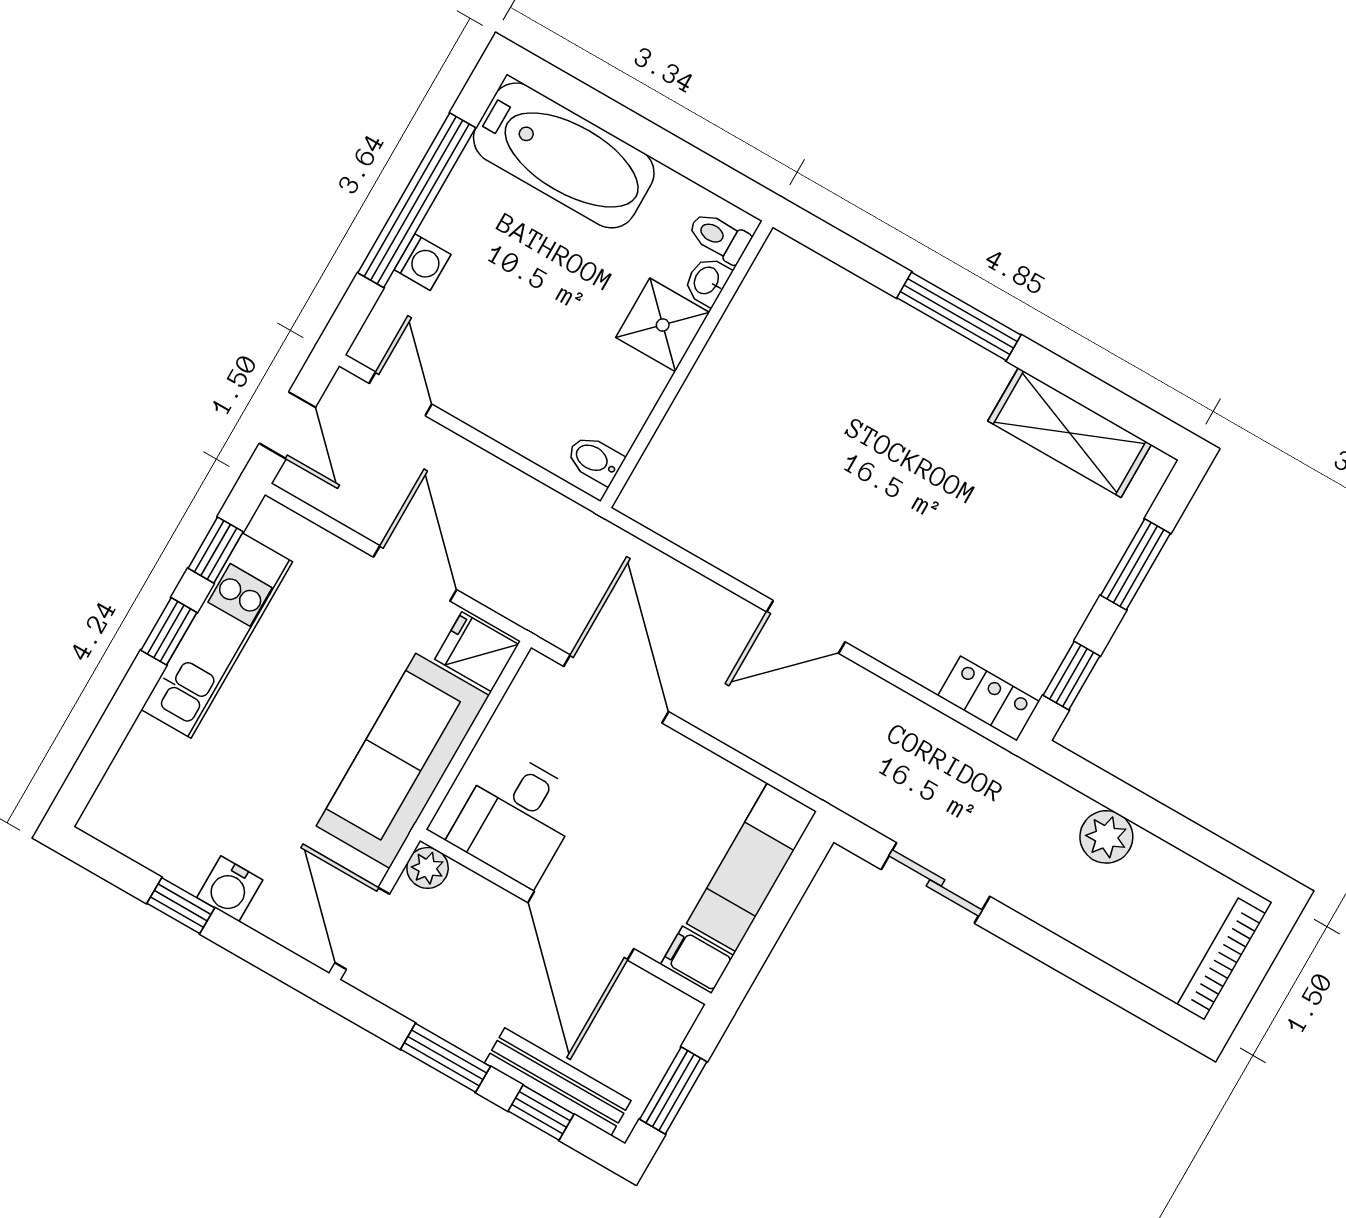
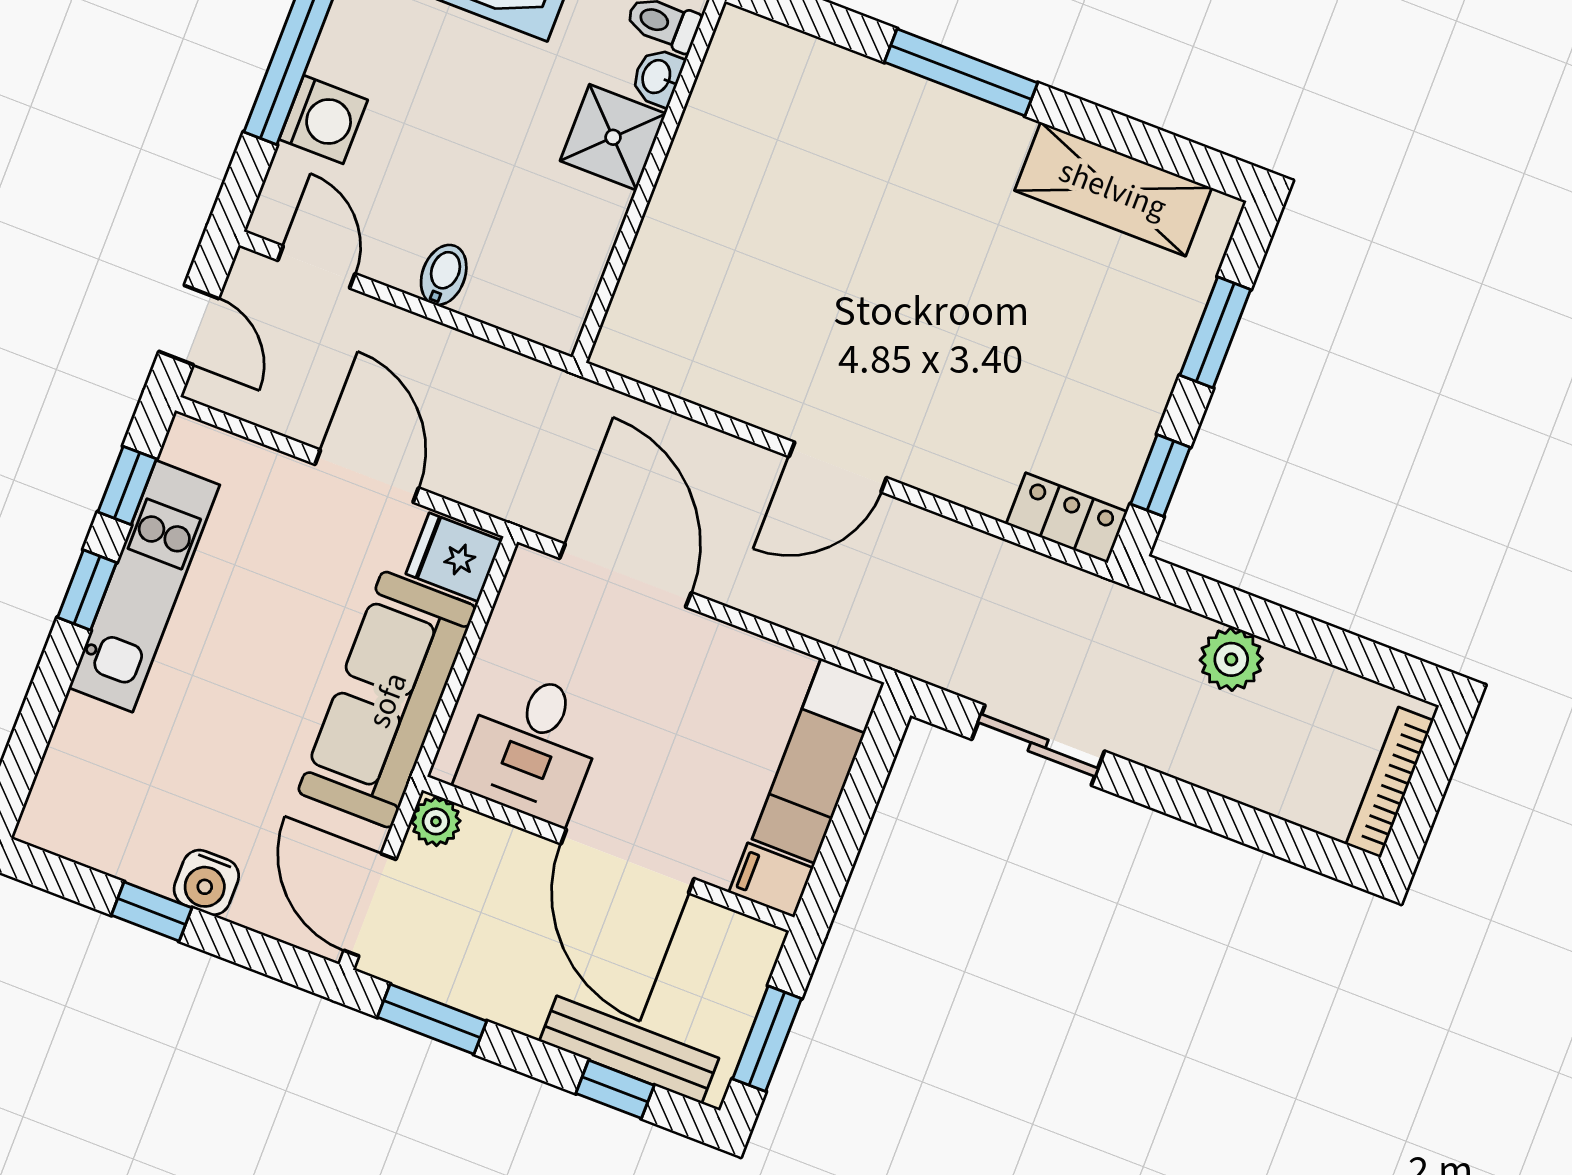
washing machine: (422, 262) -> (323, 120), width x1.38, depth x1.38
bidet: (595, 460) -> (444, 275), moved, turned 90
window: (445, 1058) -> (432, 1019), moved

